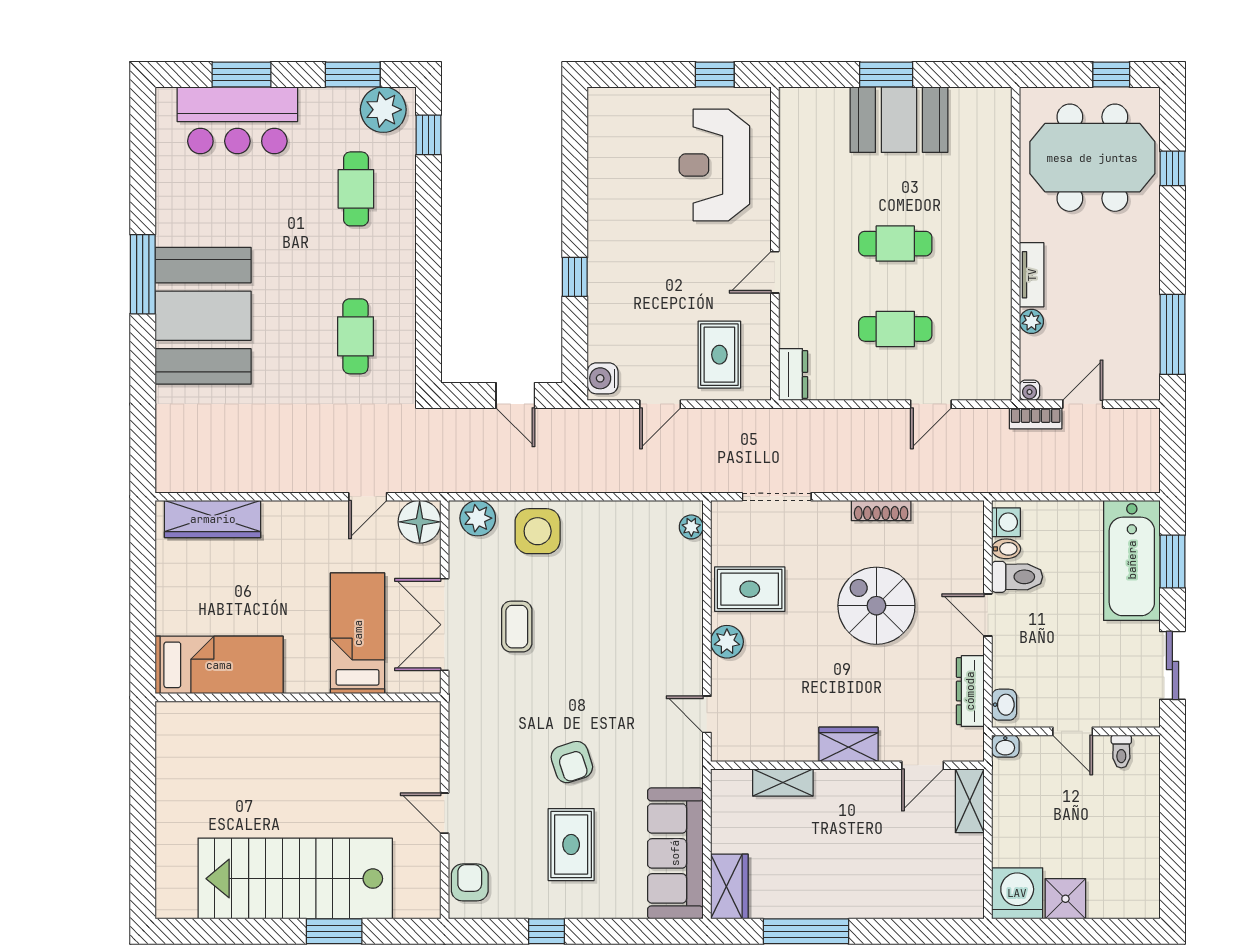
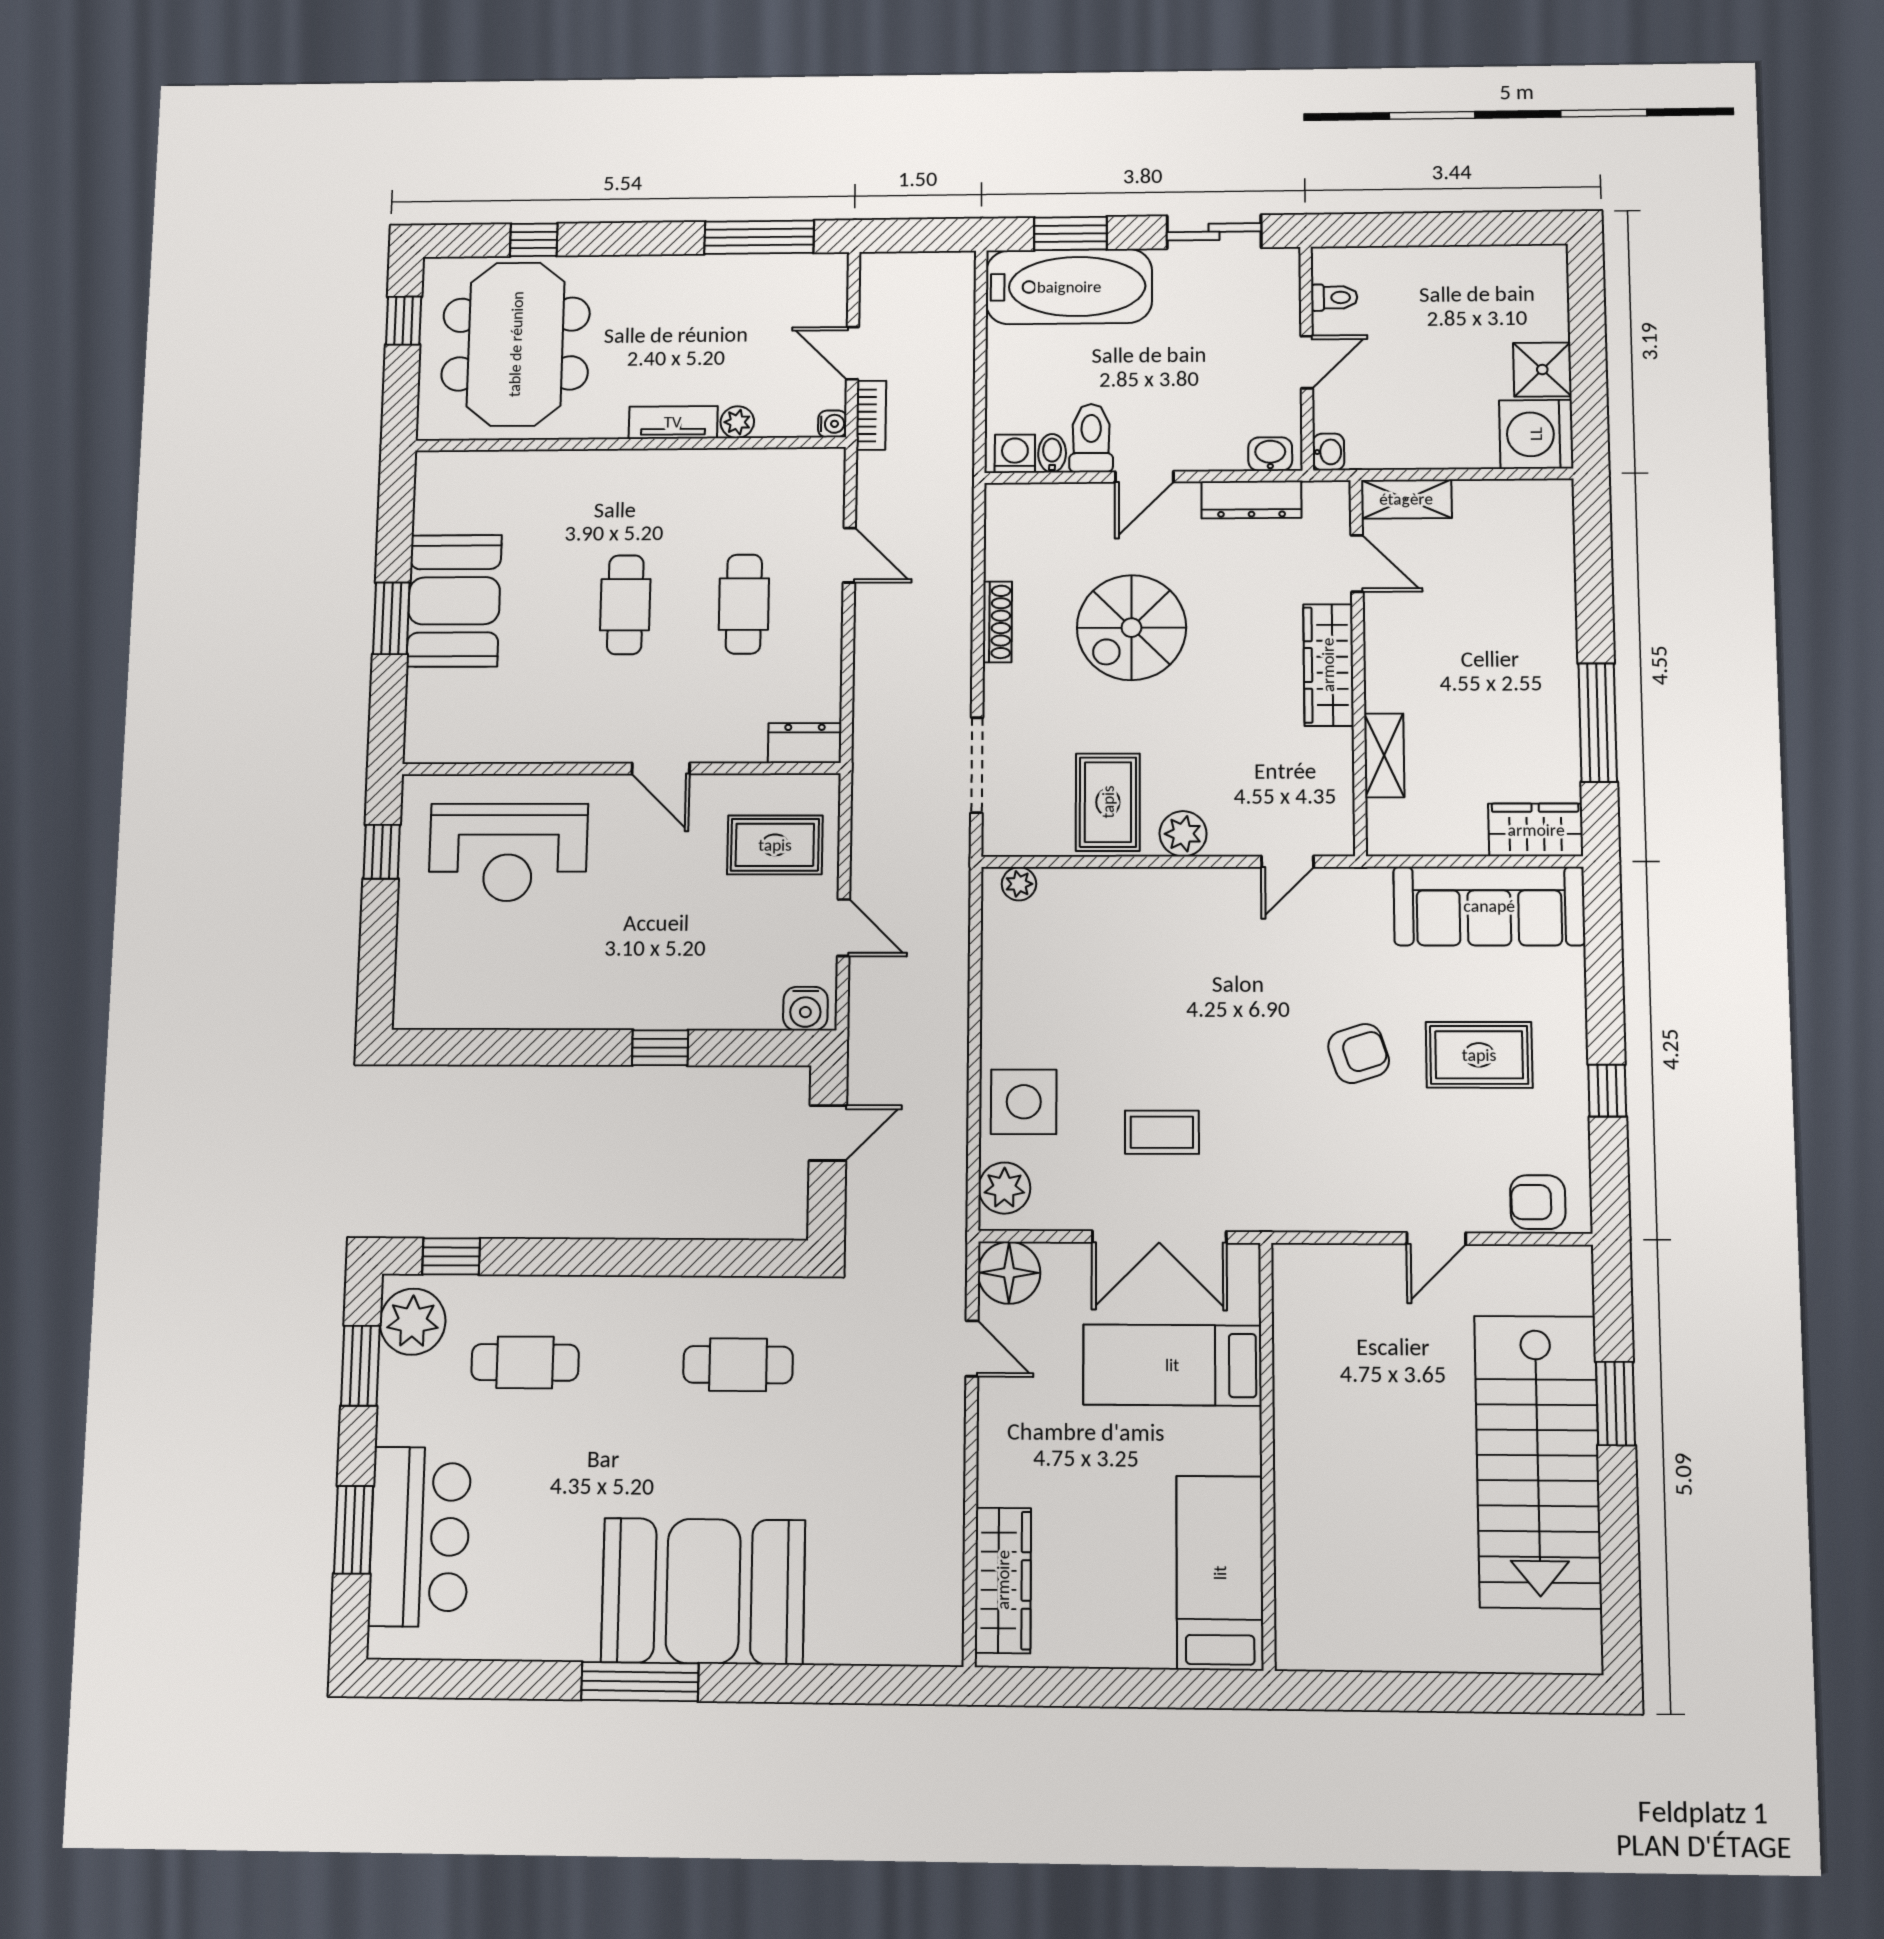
wardrobe: (848, 744) -> (1328, 665), width x1.50

